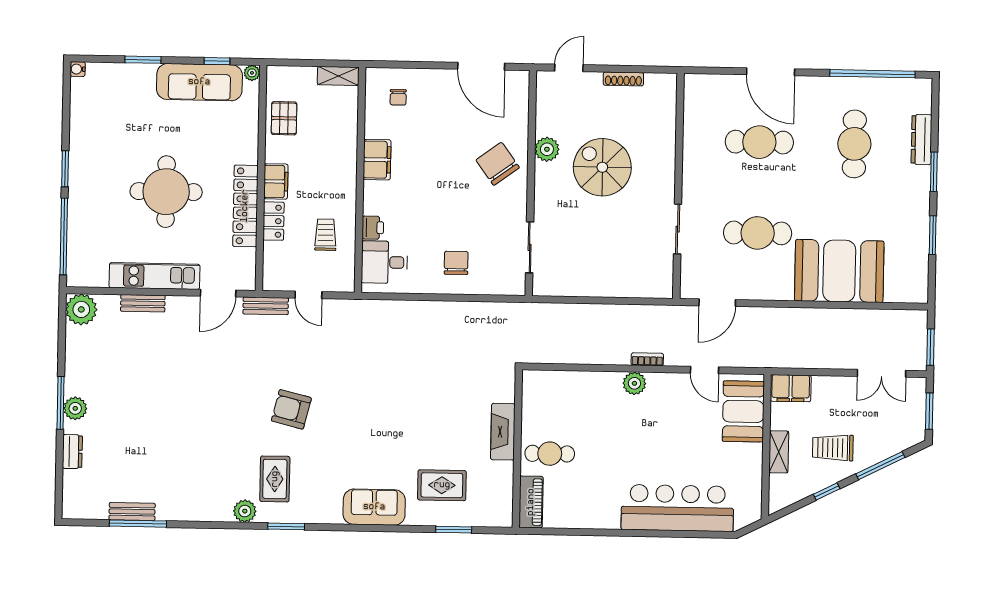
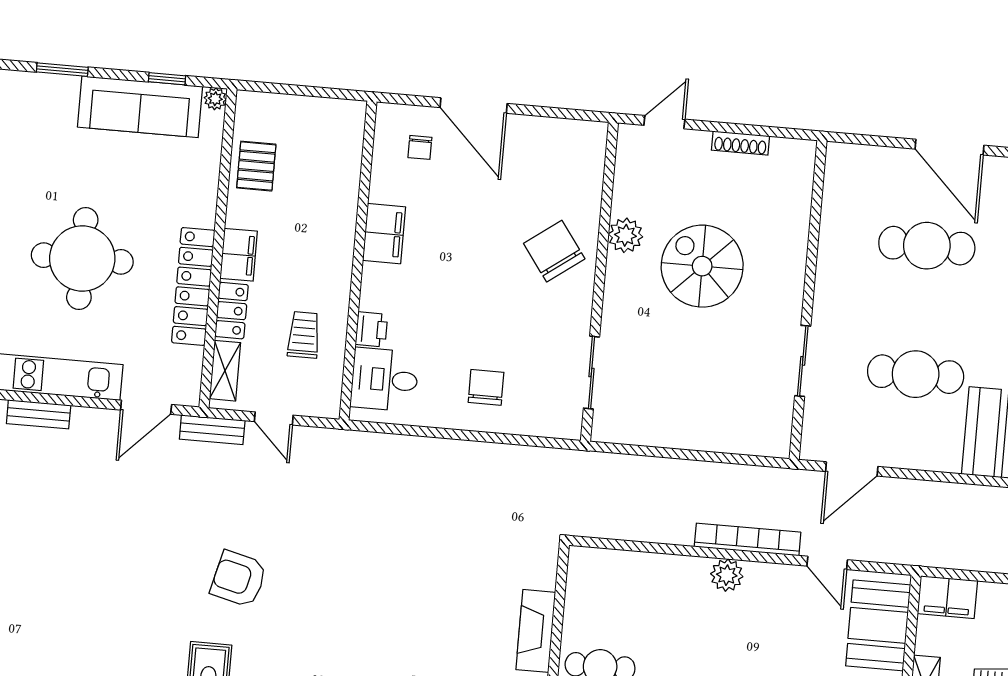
door: (481, 66) -> (474, 106), moved
shelving: (338, 76) -> (225, 371), moved, turned 90
bookcase: (647, 359) -> (748, 539), width x2.31, depth x1.31

